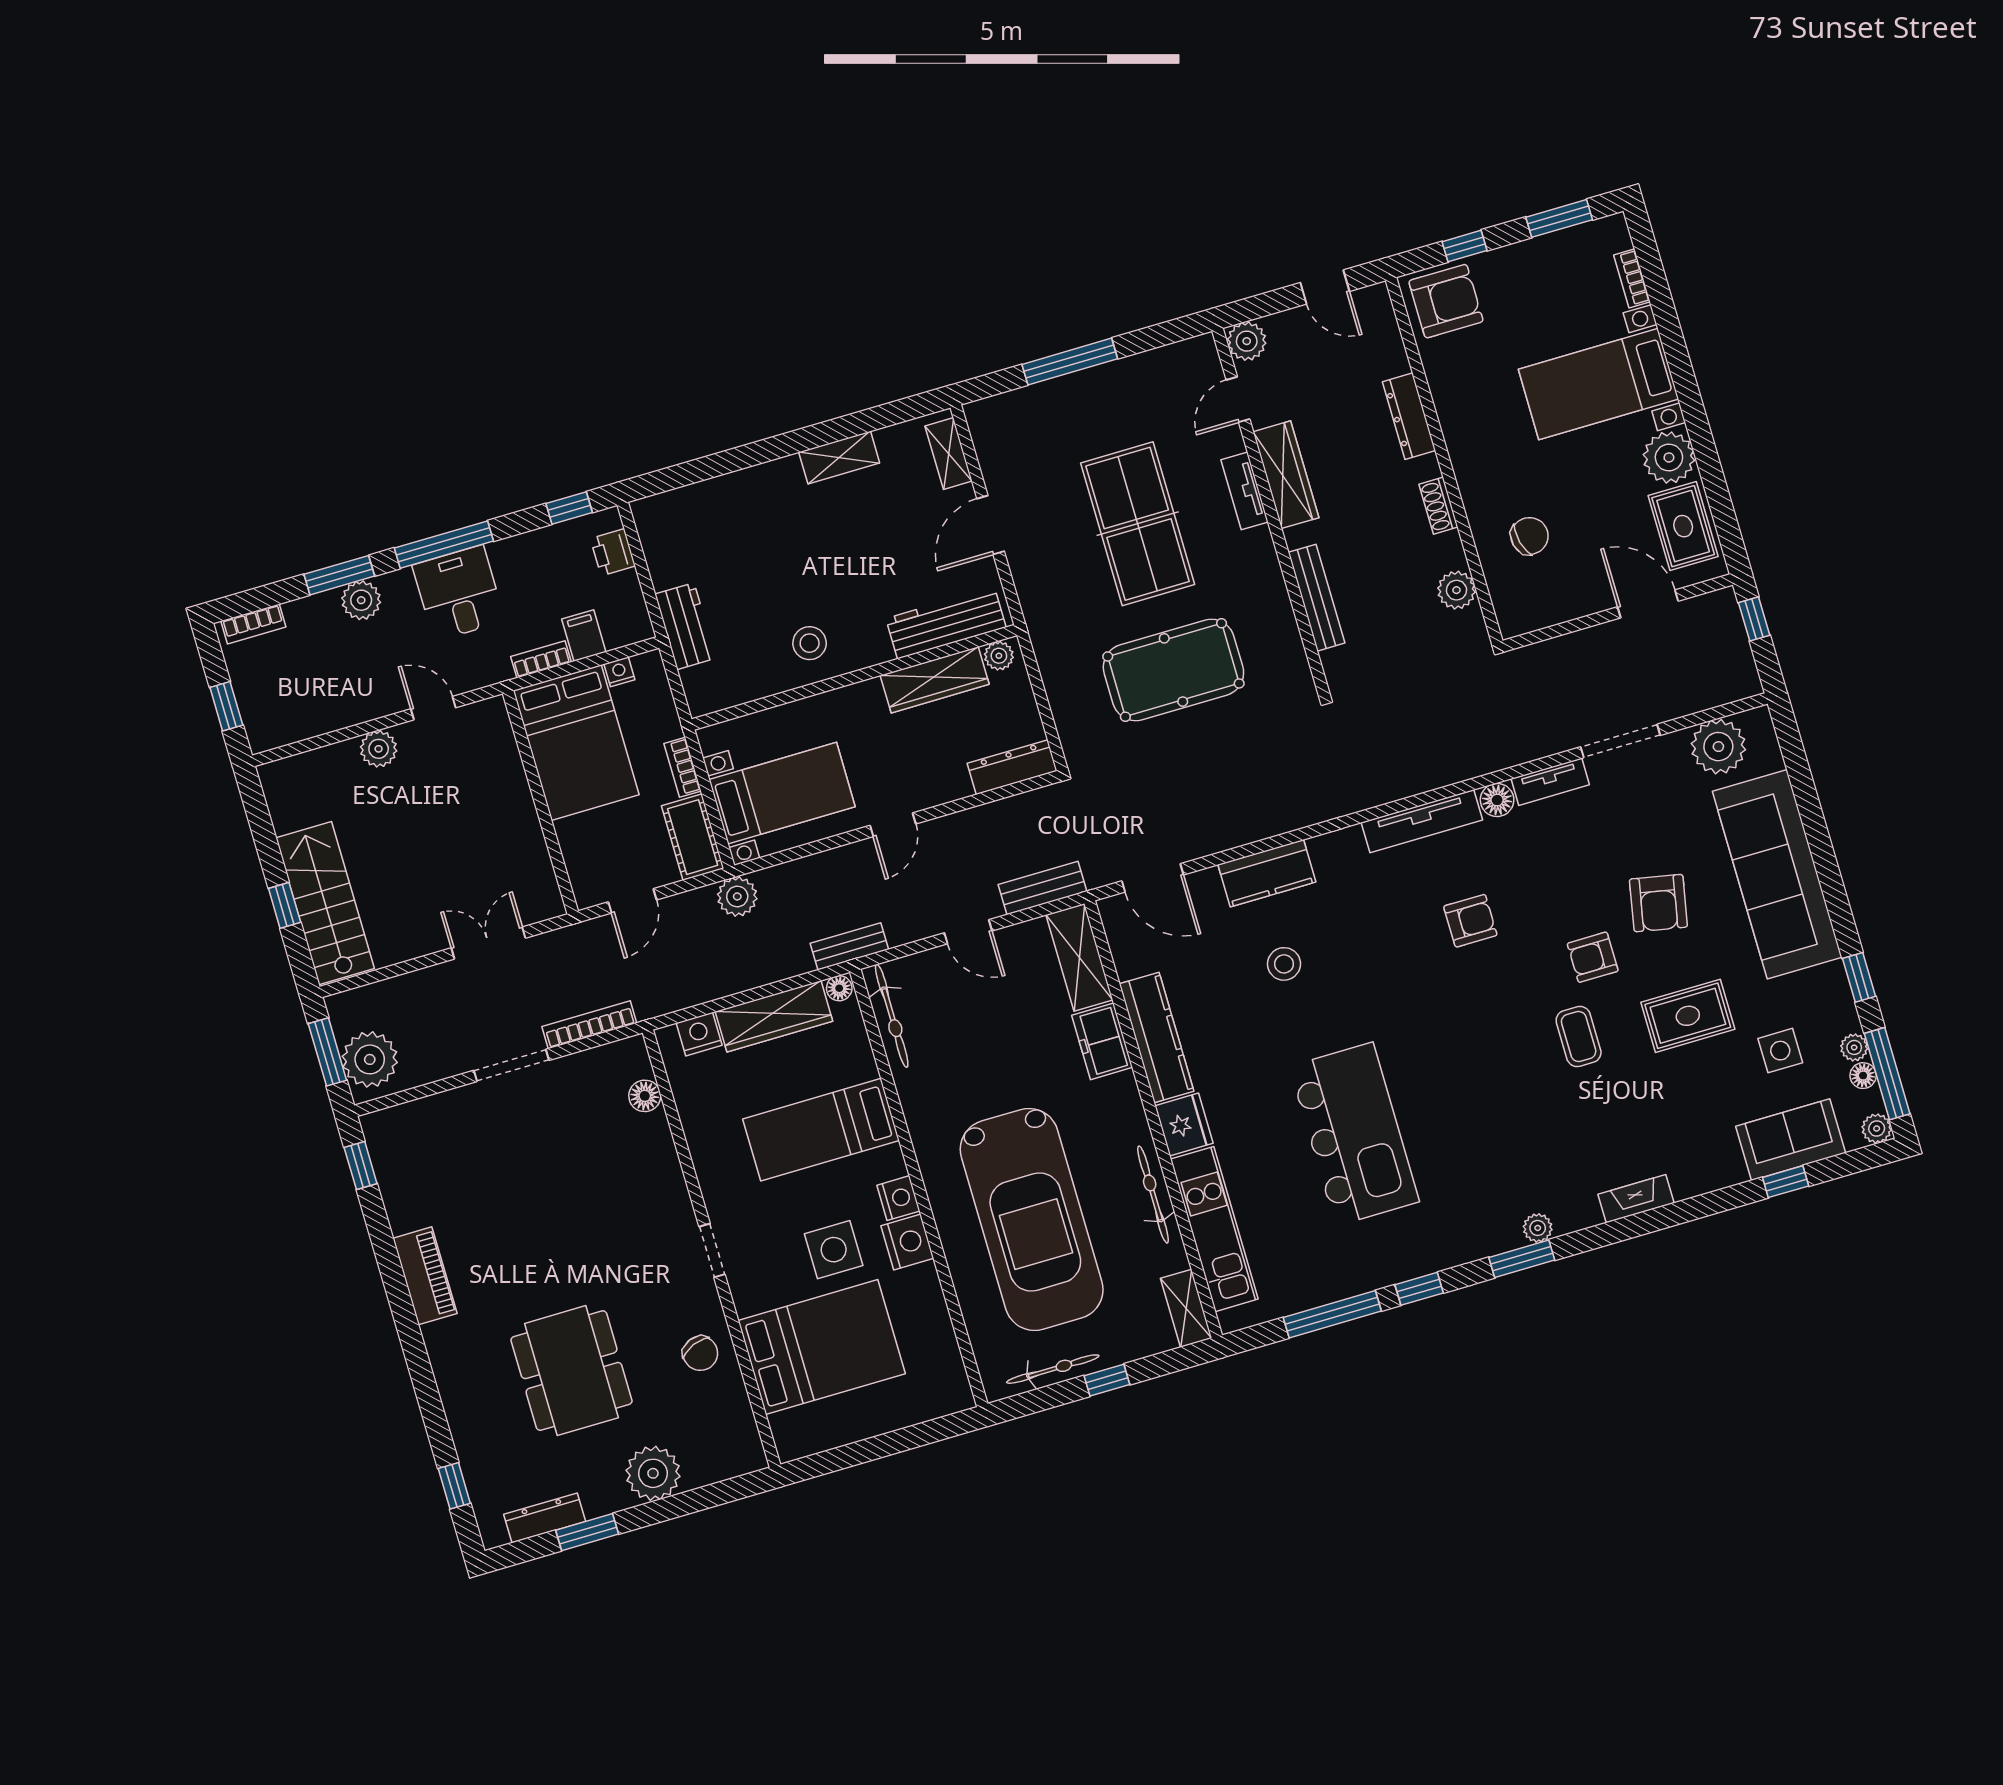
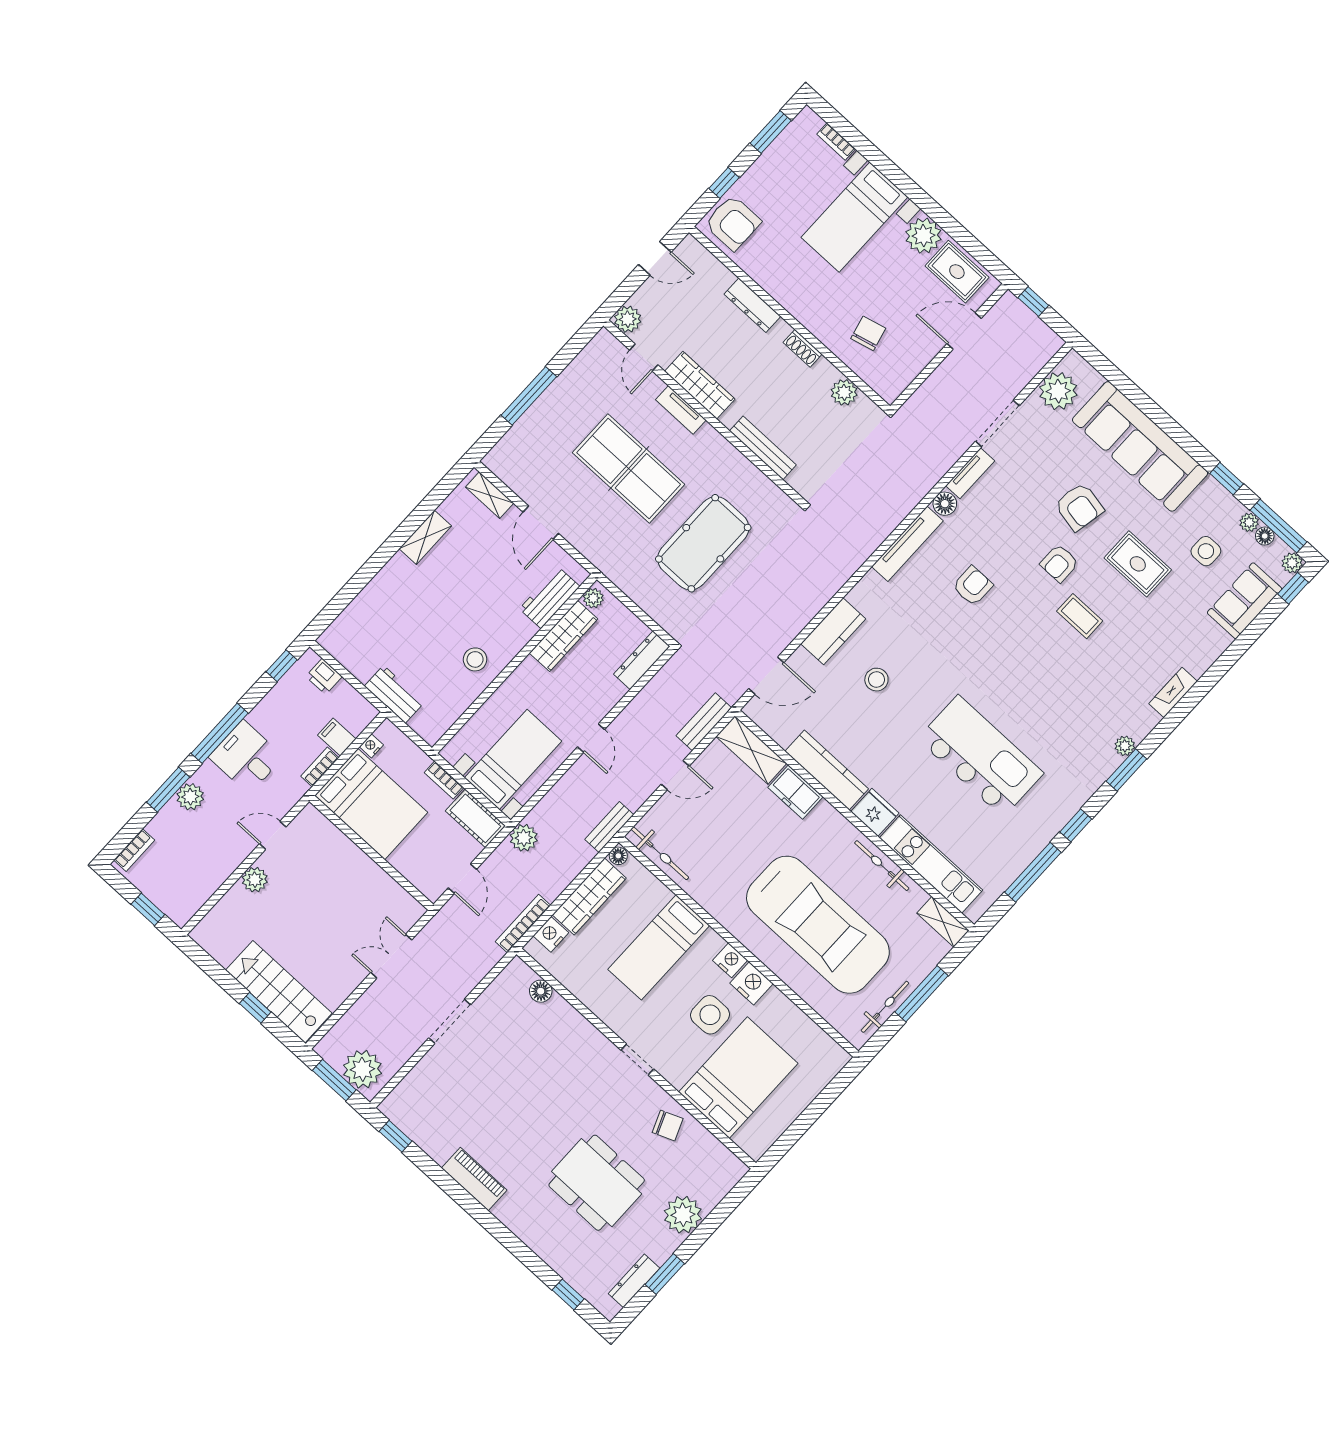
armchair: (1446, 301) -> (733, 223), turned 90
workbench: (946, 623) -> (550, 598), width x0.73
rug: (1688, 1016) -> (1138, 564), turned 90
bookcase: (589, 1025) -> (523, 924), moved
window: (1786, 1182) -> (1293, 588), moved
window: (1107, 1380) -> (922, 994), width x2.17

